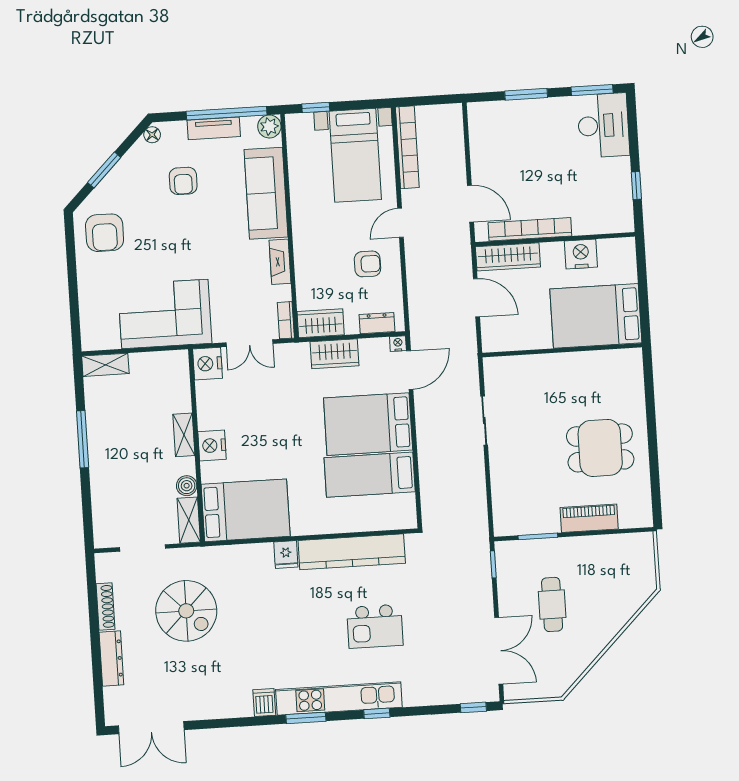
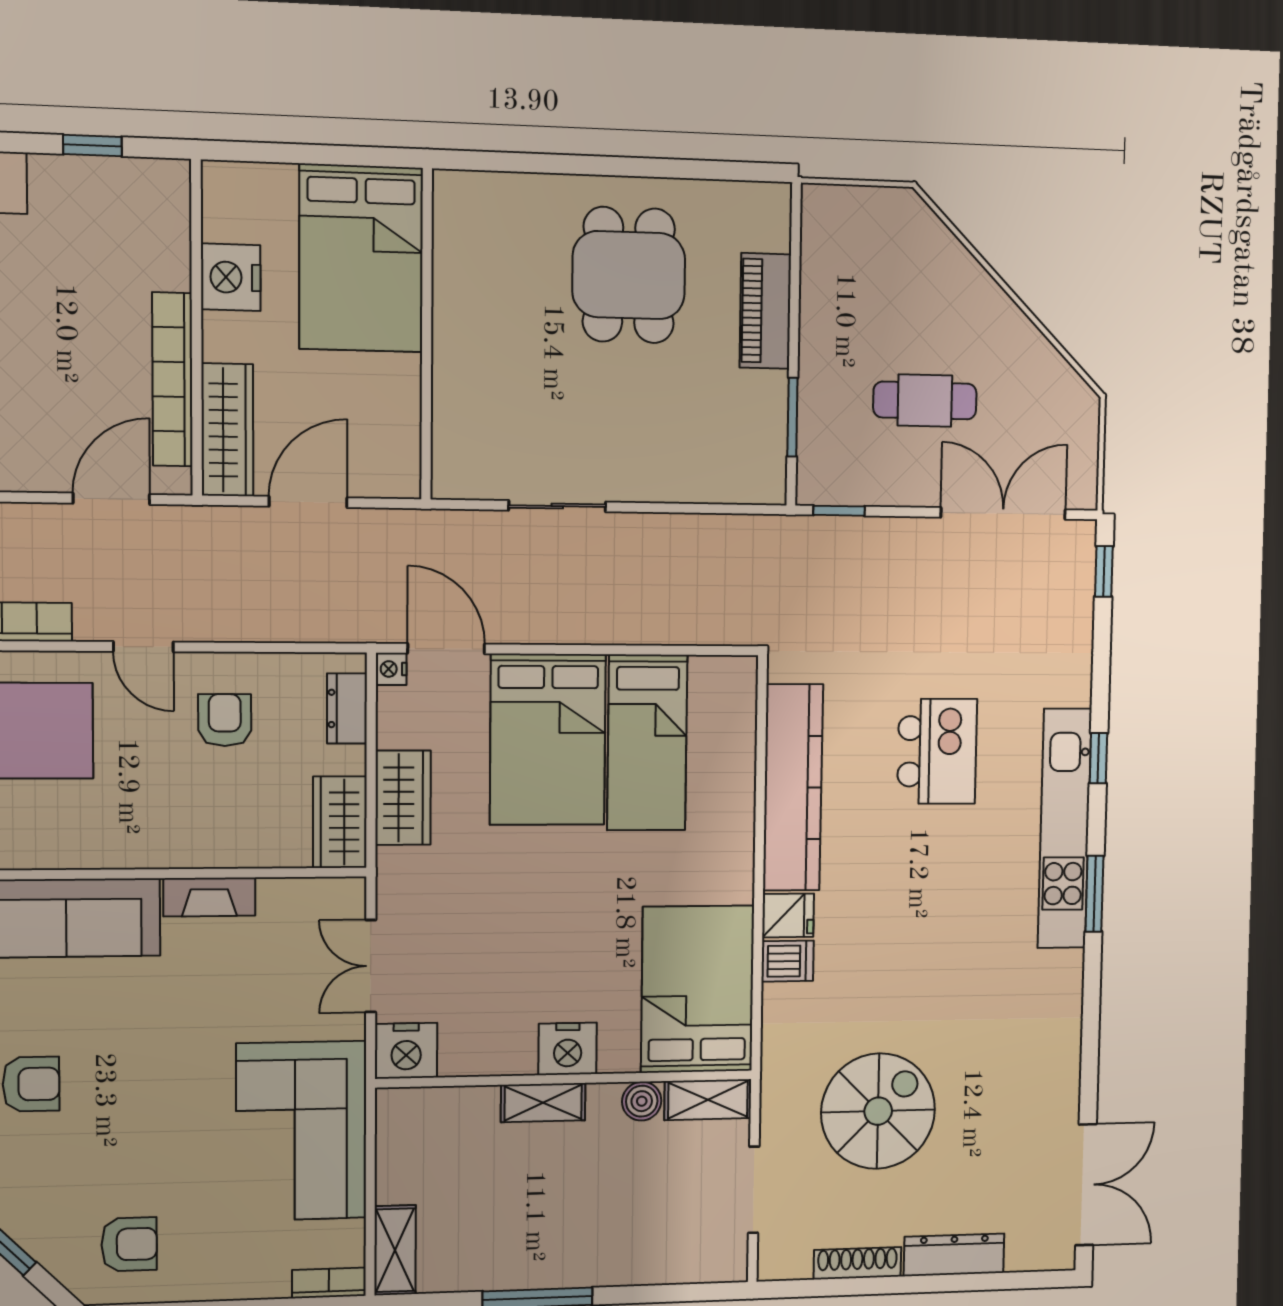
armchair: (105, 233) -> (129, 1244), width x0.72, depth x0.72
bookcase: (286, 320) -> (329, 1283), moved, turned 180
double door: (249, 343) -> (371, 966), swing flipped
dishwasher: (264, 702) -> (788, 961), moved, turned 180

